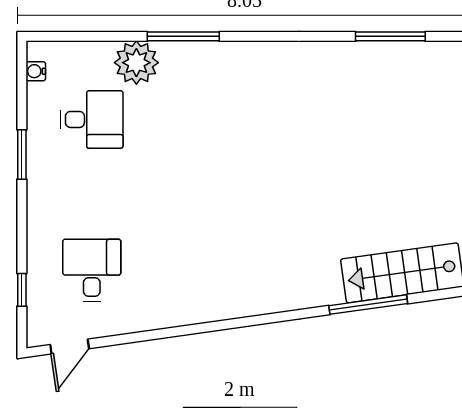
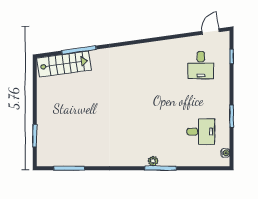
plant: (136, 63) -> (153, 161), moved, width x0.53, depth x0.53
desk: (92, 119) -> (201, 132), turned 180

